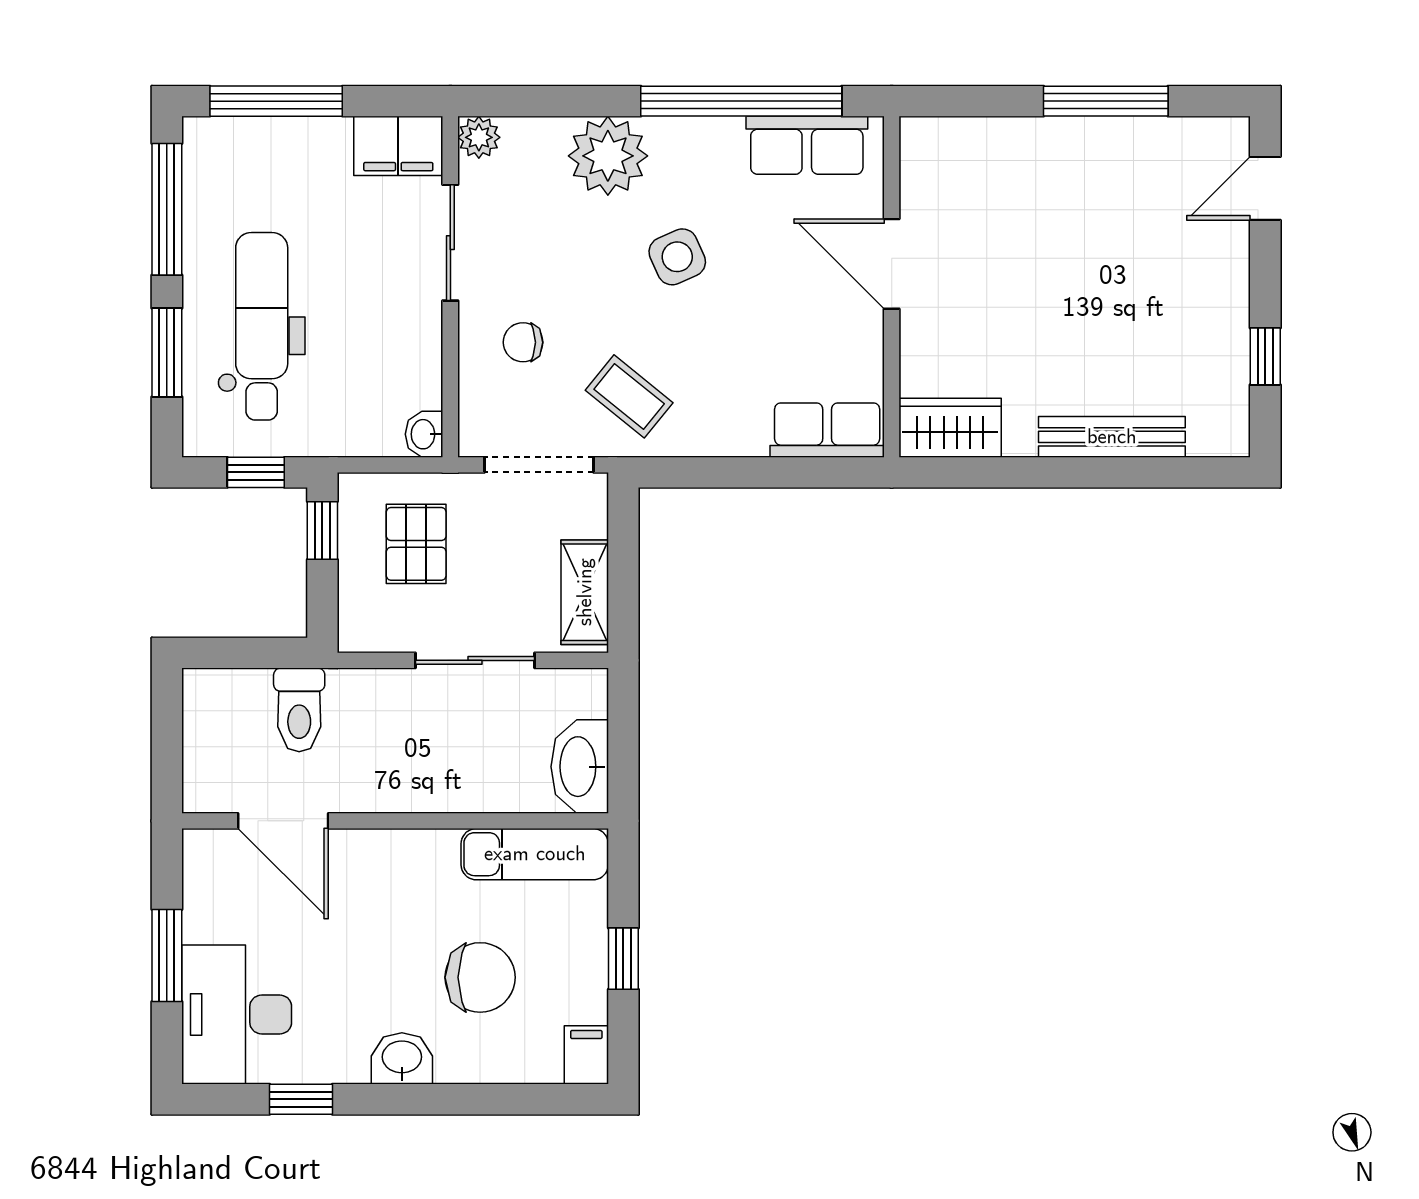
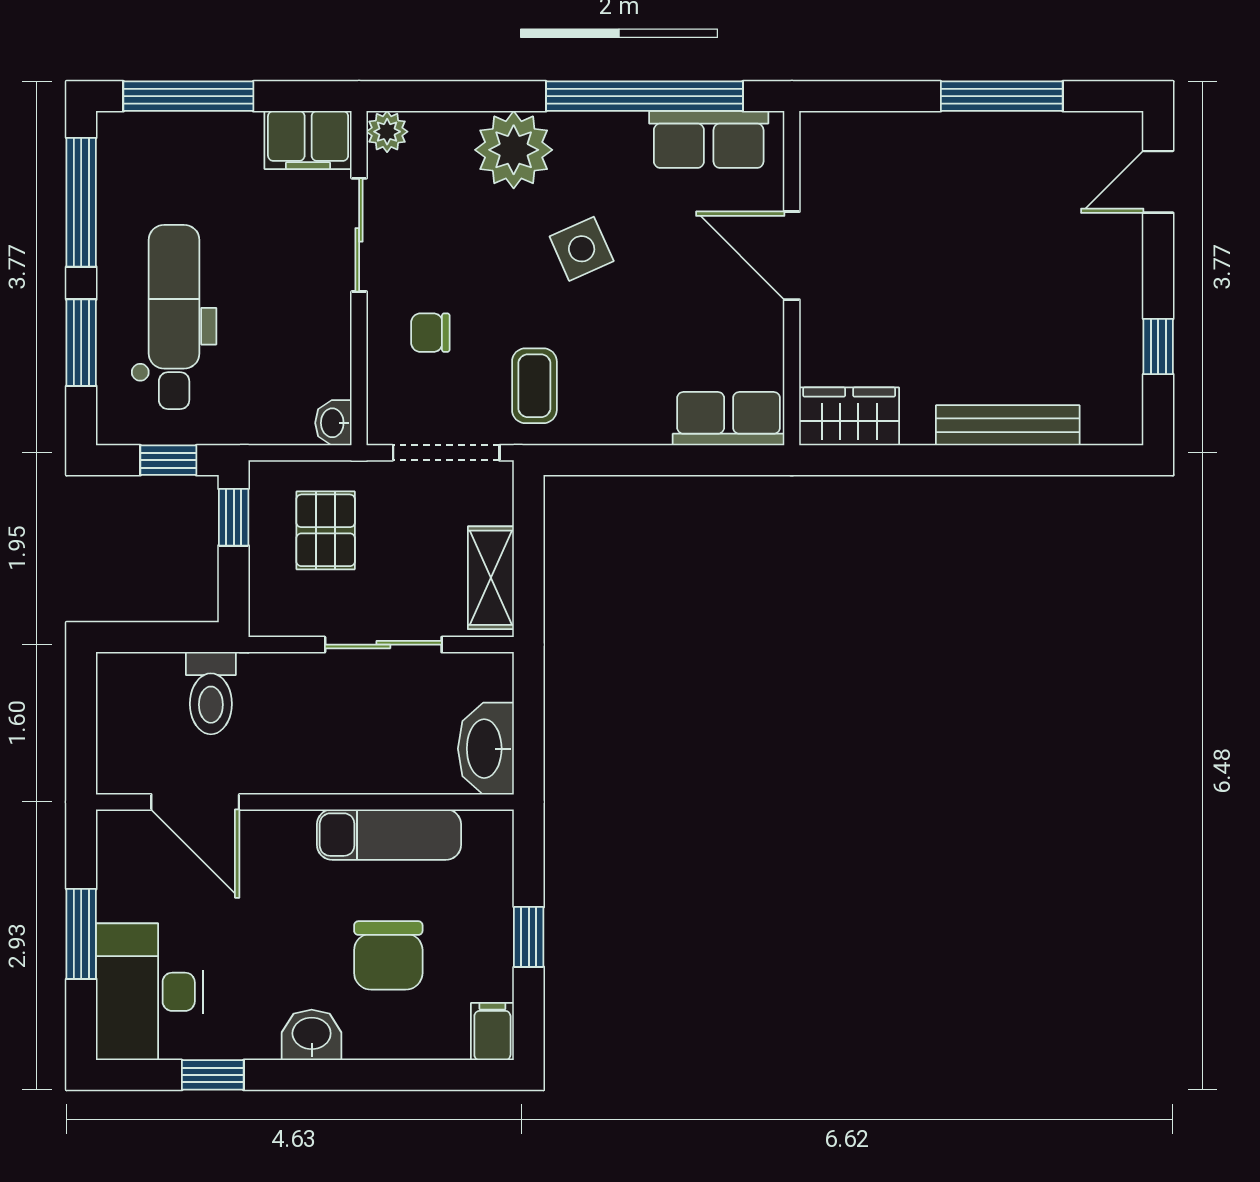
coffee table: (629, 396) -> (534, 386), turned 51
exam couch: (535, 854) -> (389, 835), moved
chair: (480, 977) -> (388, 955), turned 90

